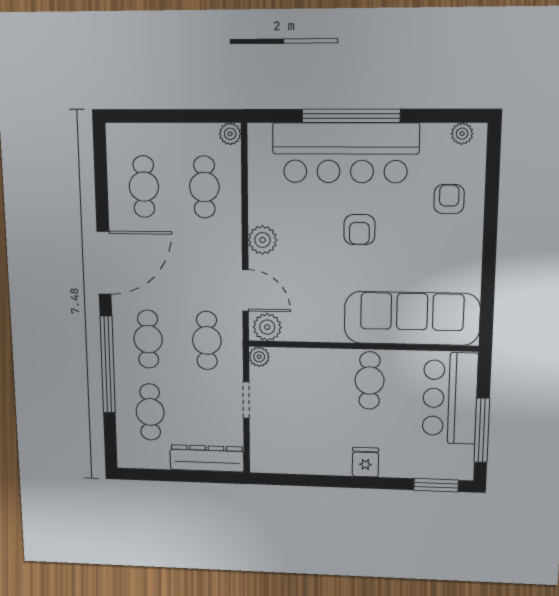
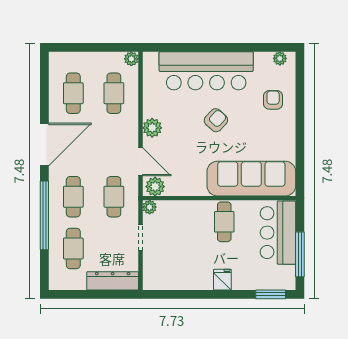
window: (351, 116) -> (209, 47), removed
armchair: (359, 230) -> (216, 120), turned -137

